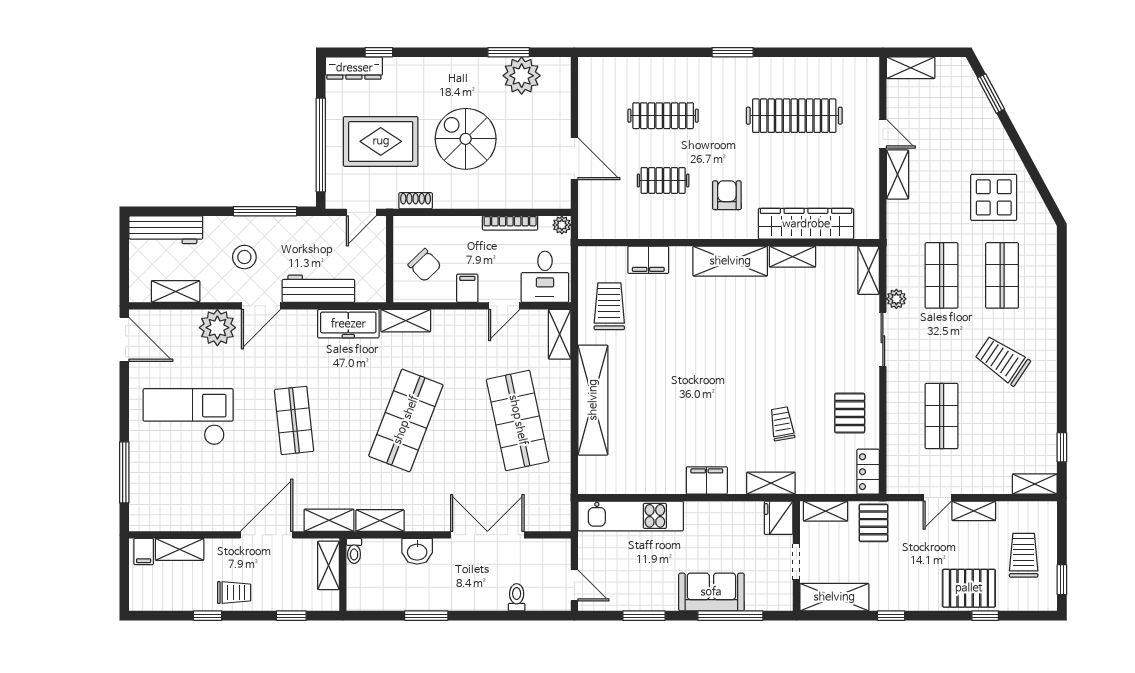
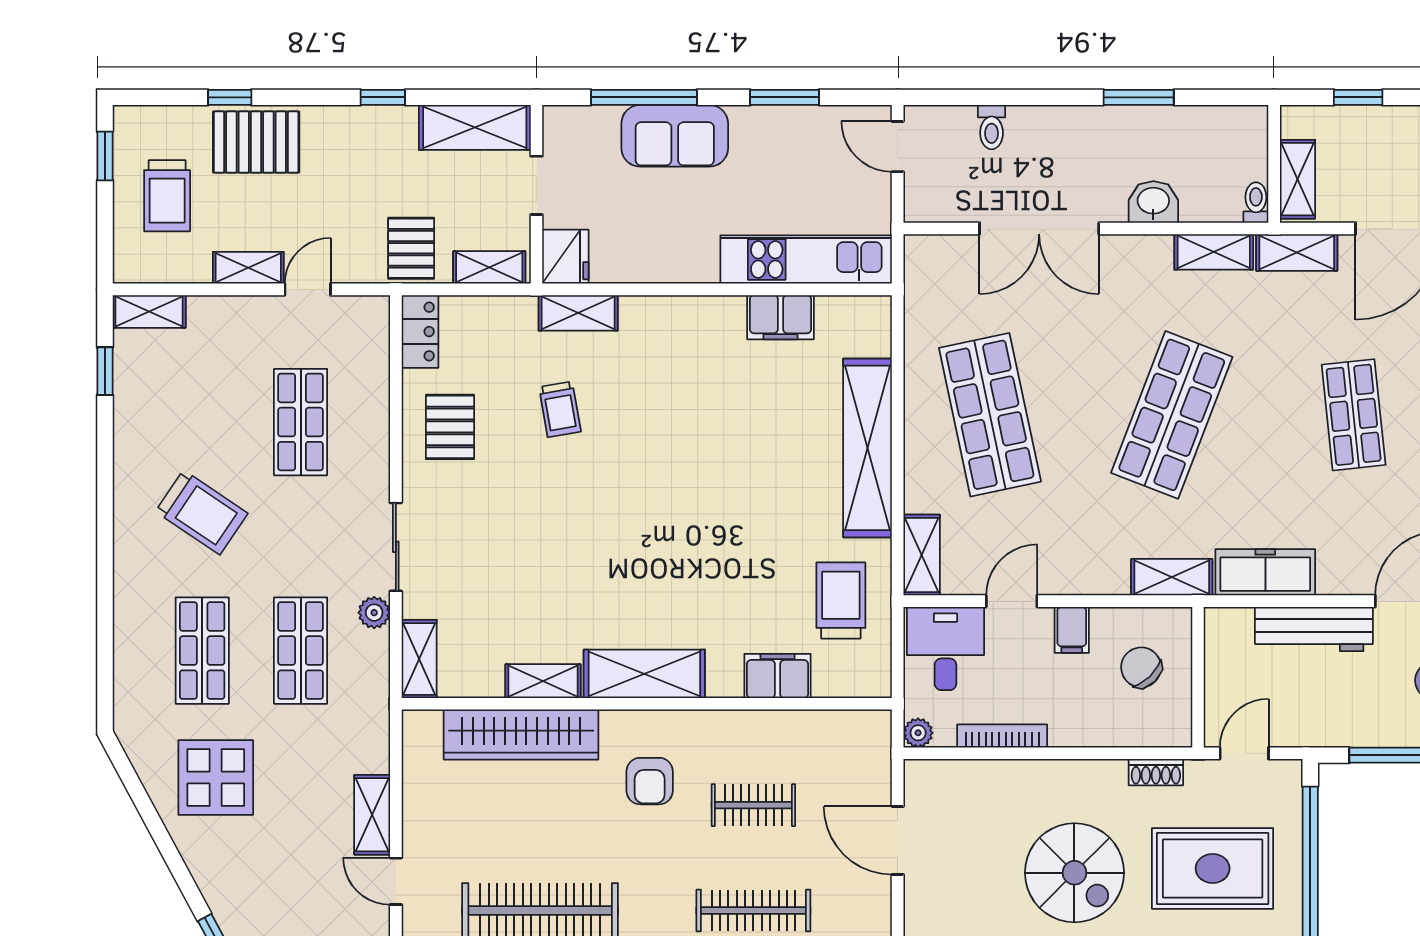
trolley: (609, 306) -> (841, 601), turned 180
filing cabinet: (707, 480) -> (781, 317), moved

